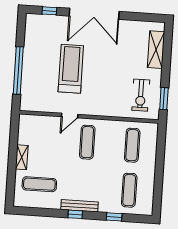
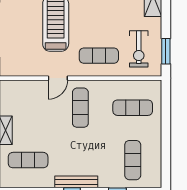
exercise mat: (106, 99) -> (99, 56), added
exercise mat: (132, 145) -> (133, 108), turned 90

